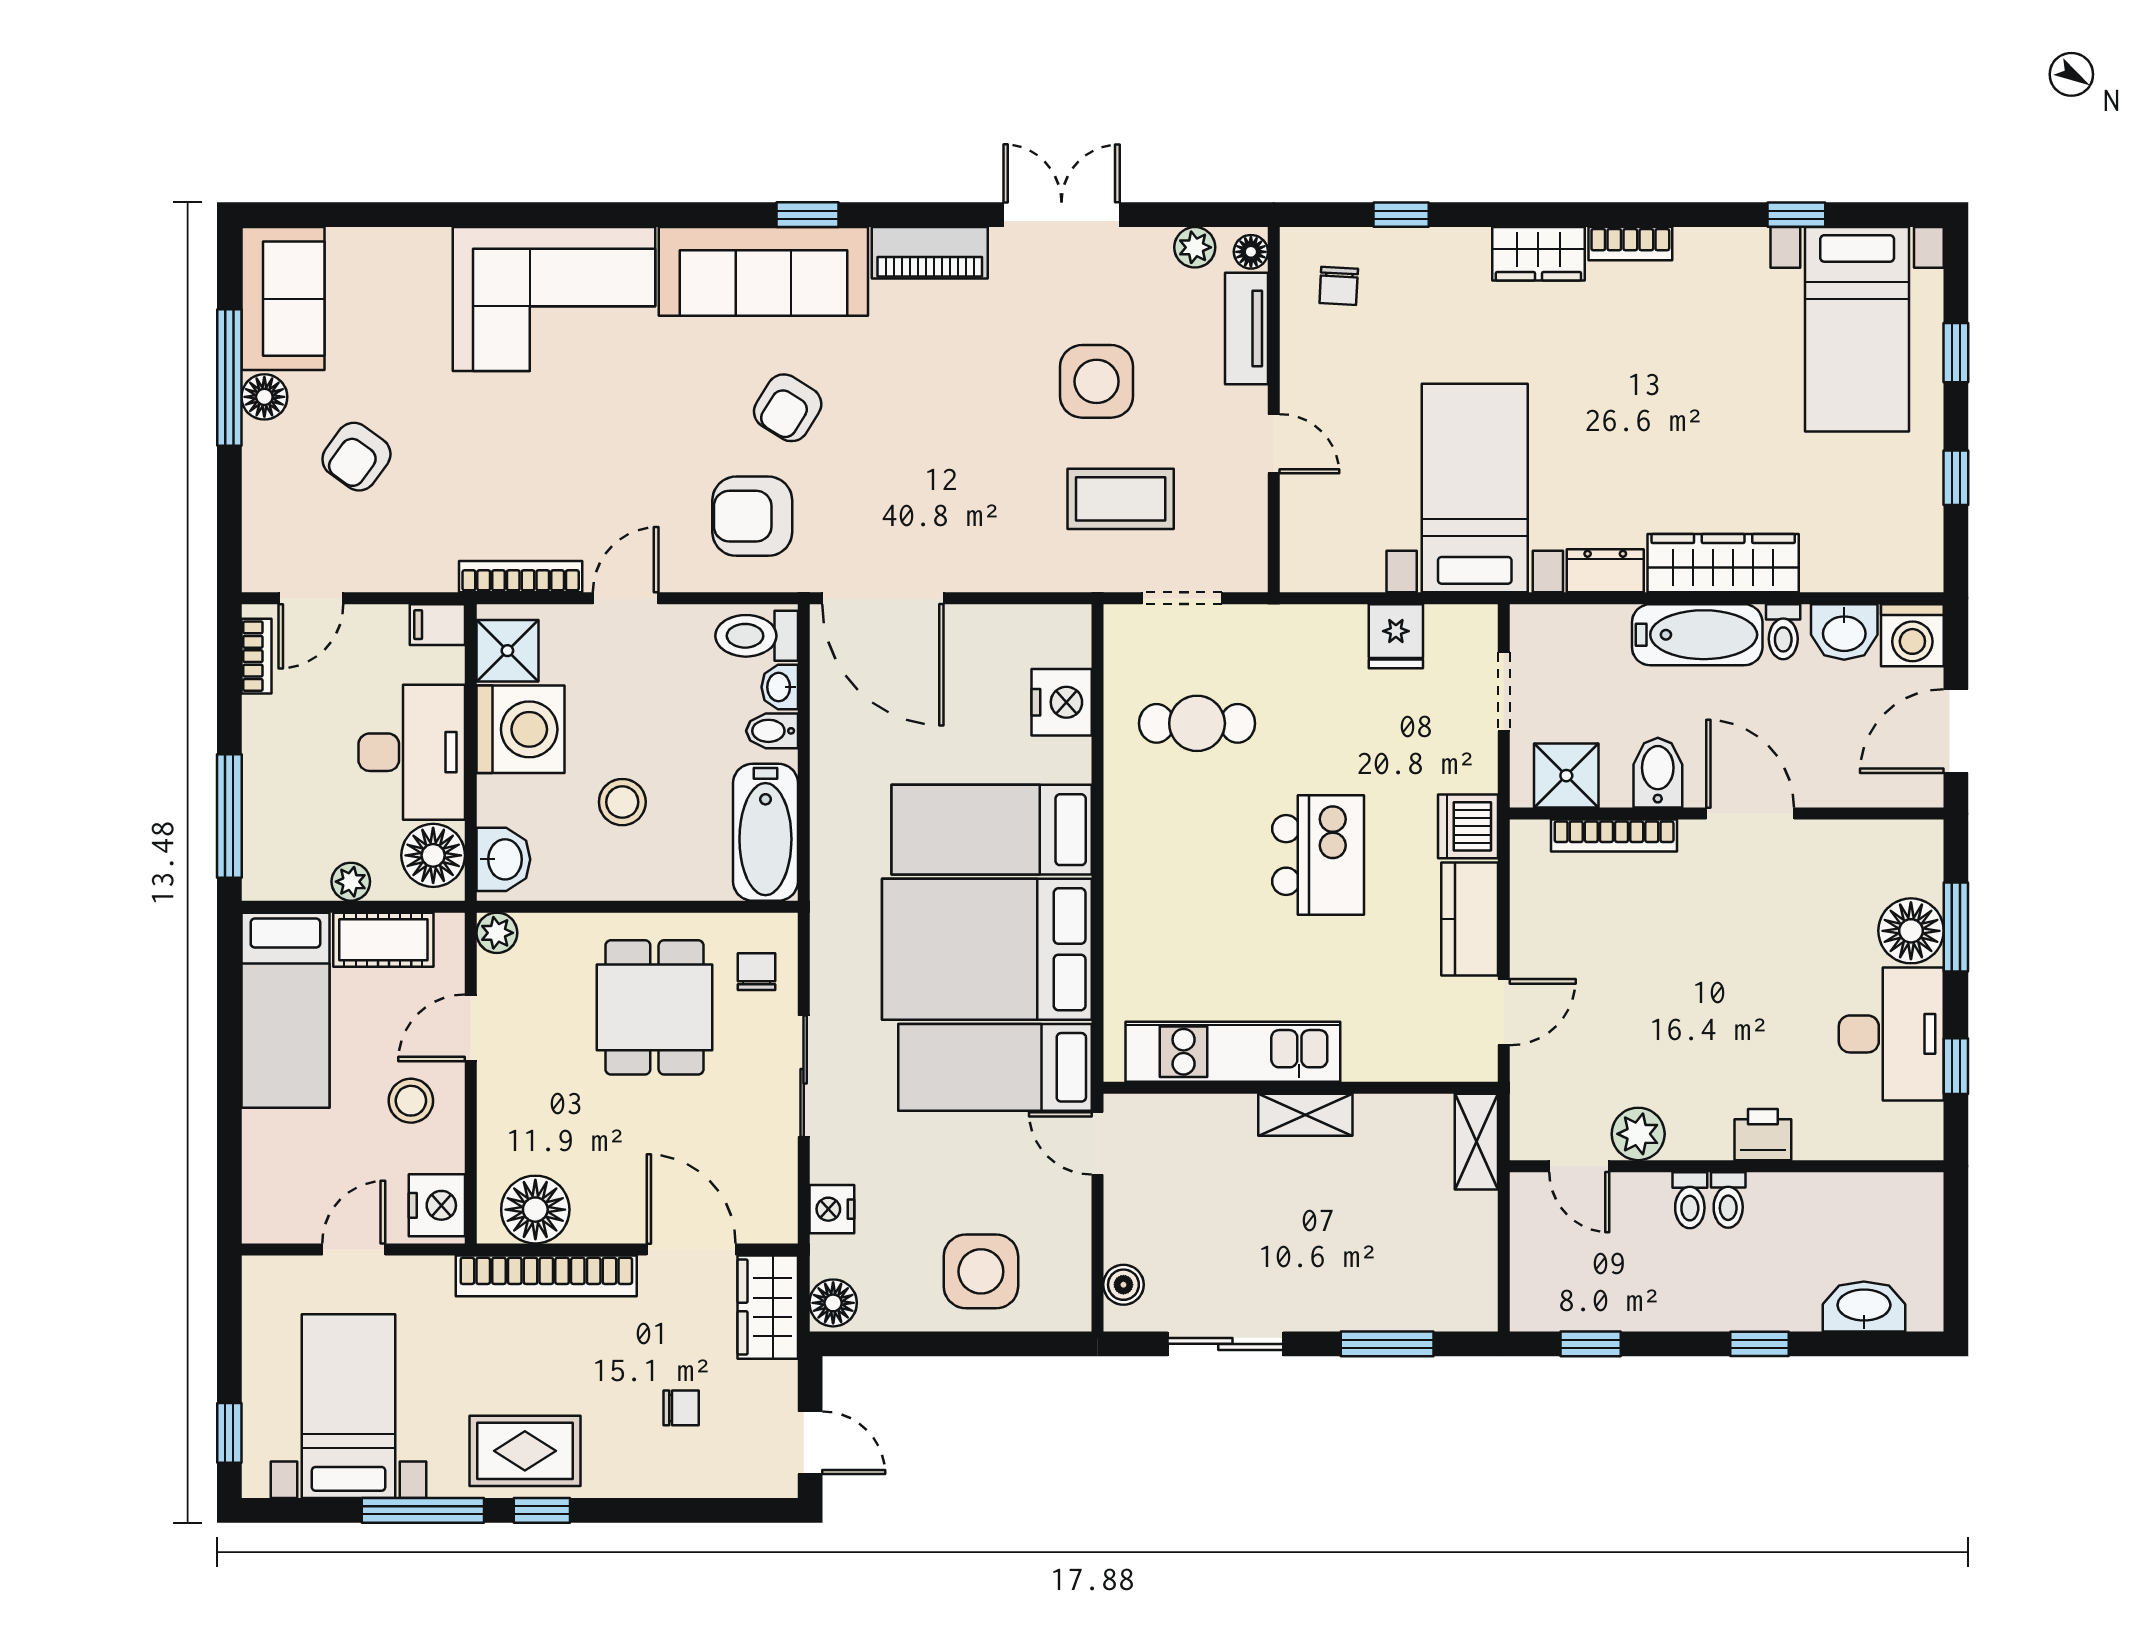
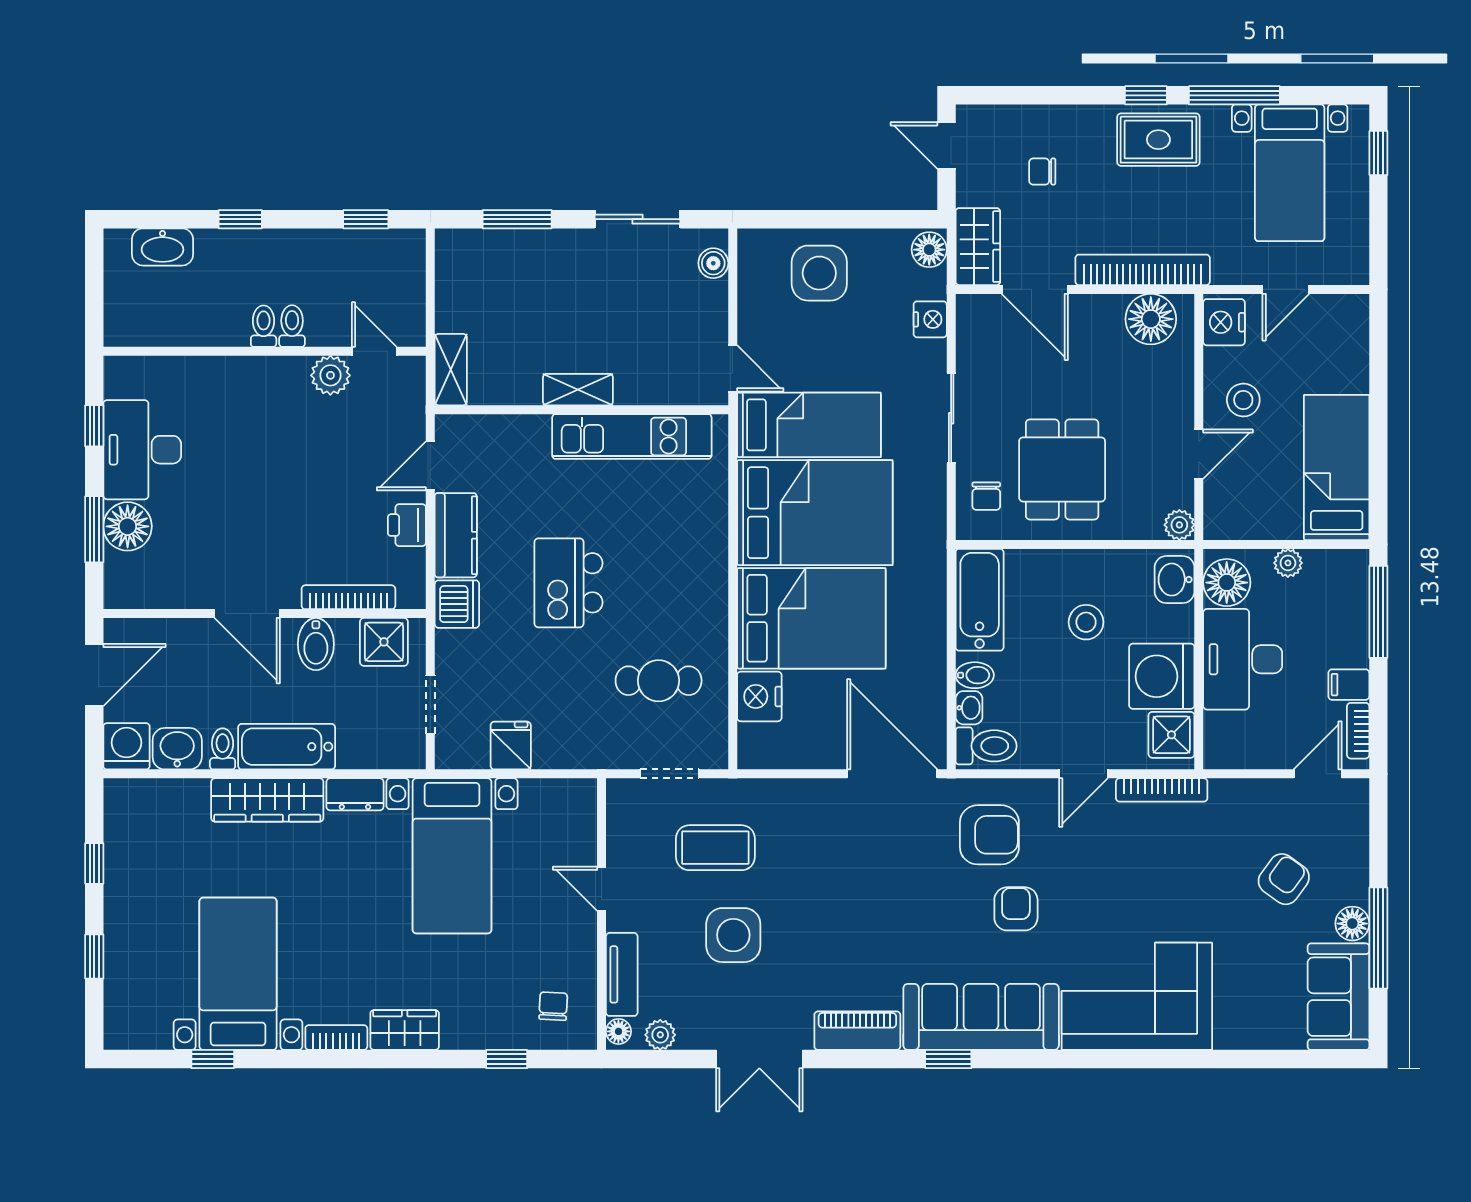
bed with nightstands: (1857, 329) -> (238, 974), moved
armchair: (788, 408) -> (1016, 909), moved, turned -32
filing cabinet: (437, 625) -> (1349, 685), moved, turned 180
bed: (992, 830) -> (811, 618), width x1.50
cot: (383, 940) -> (1264, 520), removed
printer: (1763, 1135) -> (407, 525), moved, turned 90

